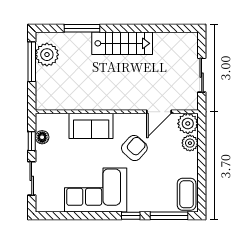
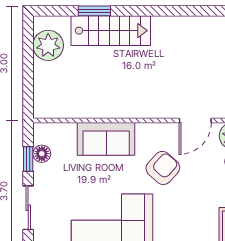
window: (82, 28) -> (94, 11), width x0.69
stairs: (122, 43) -> (111, 31), moved
window: (32, 62) -> (28, 55), removed

